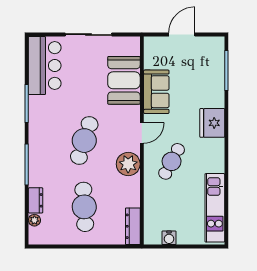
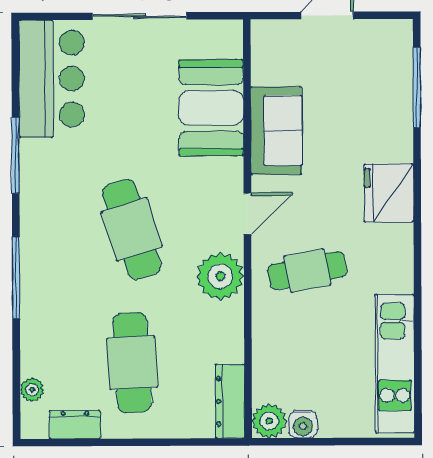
cafe table: (84, 141) -> (132, 229), turned -36
cafe table: (172, 161) -> (307, 271), turned 51
dresser: (36, 200) -> (75, 425), moved, turned -90
plant: (152, 236) -> (269, 421), added

